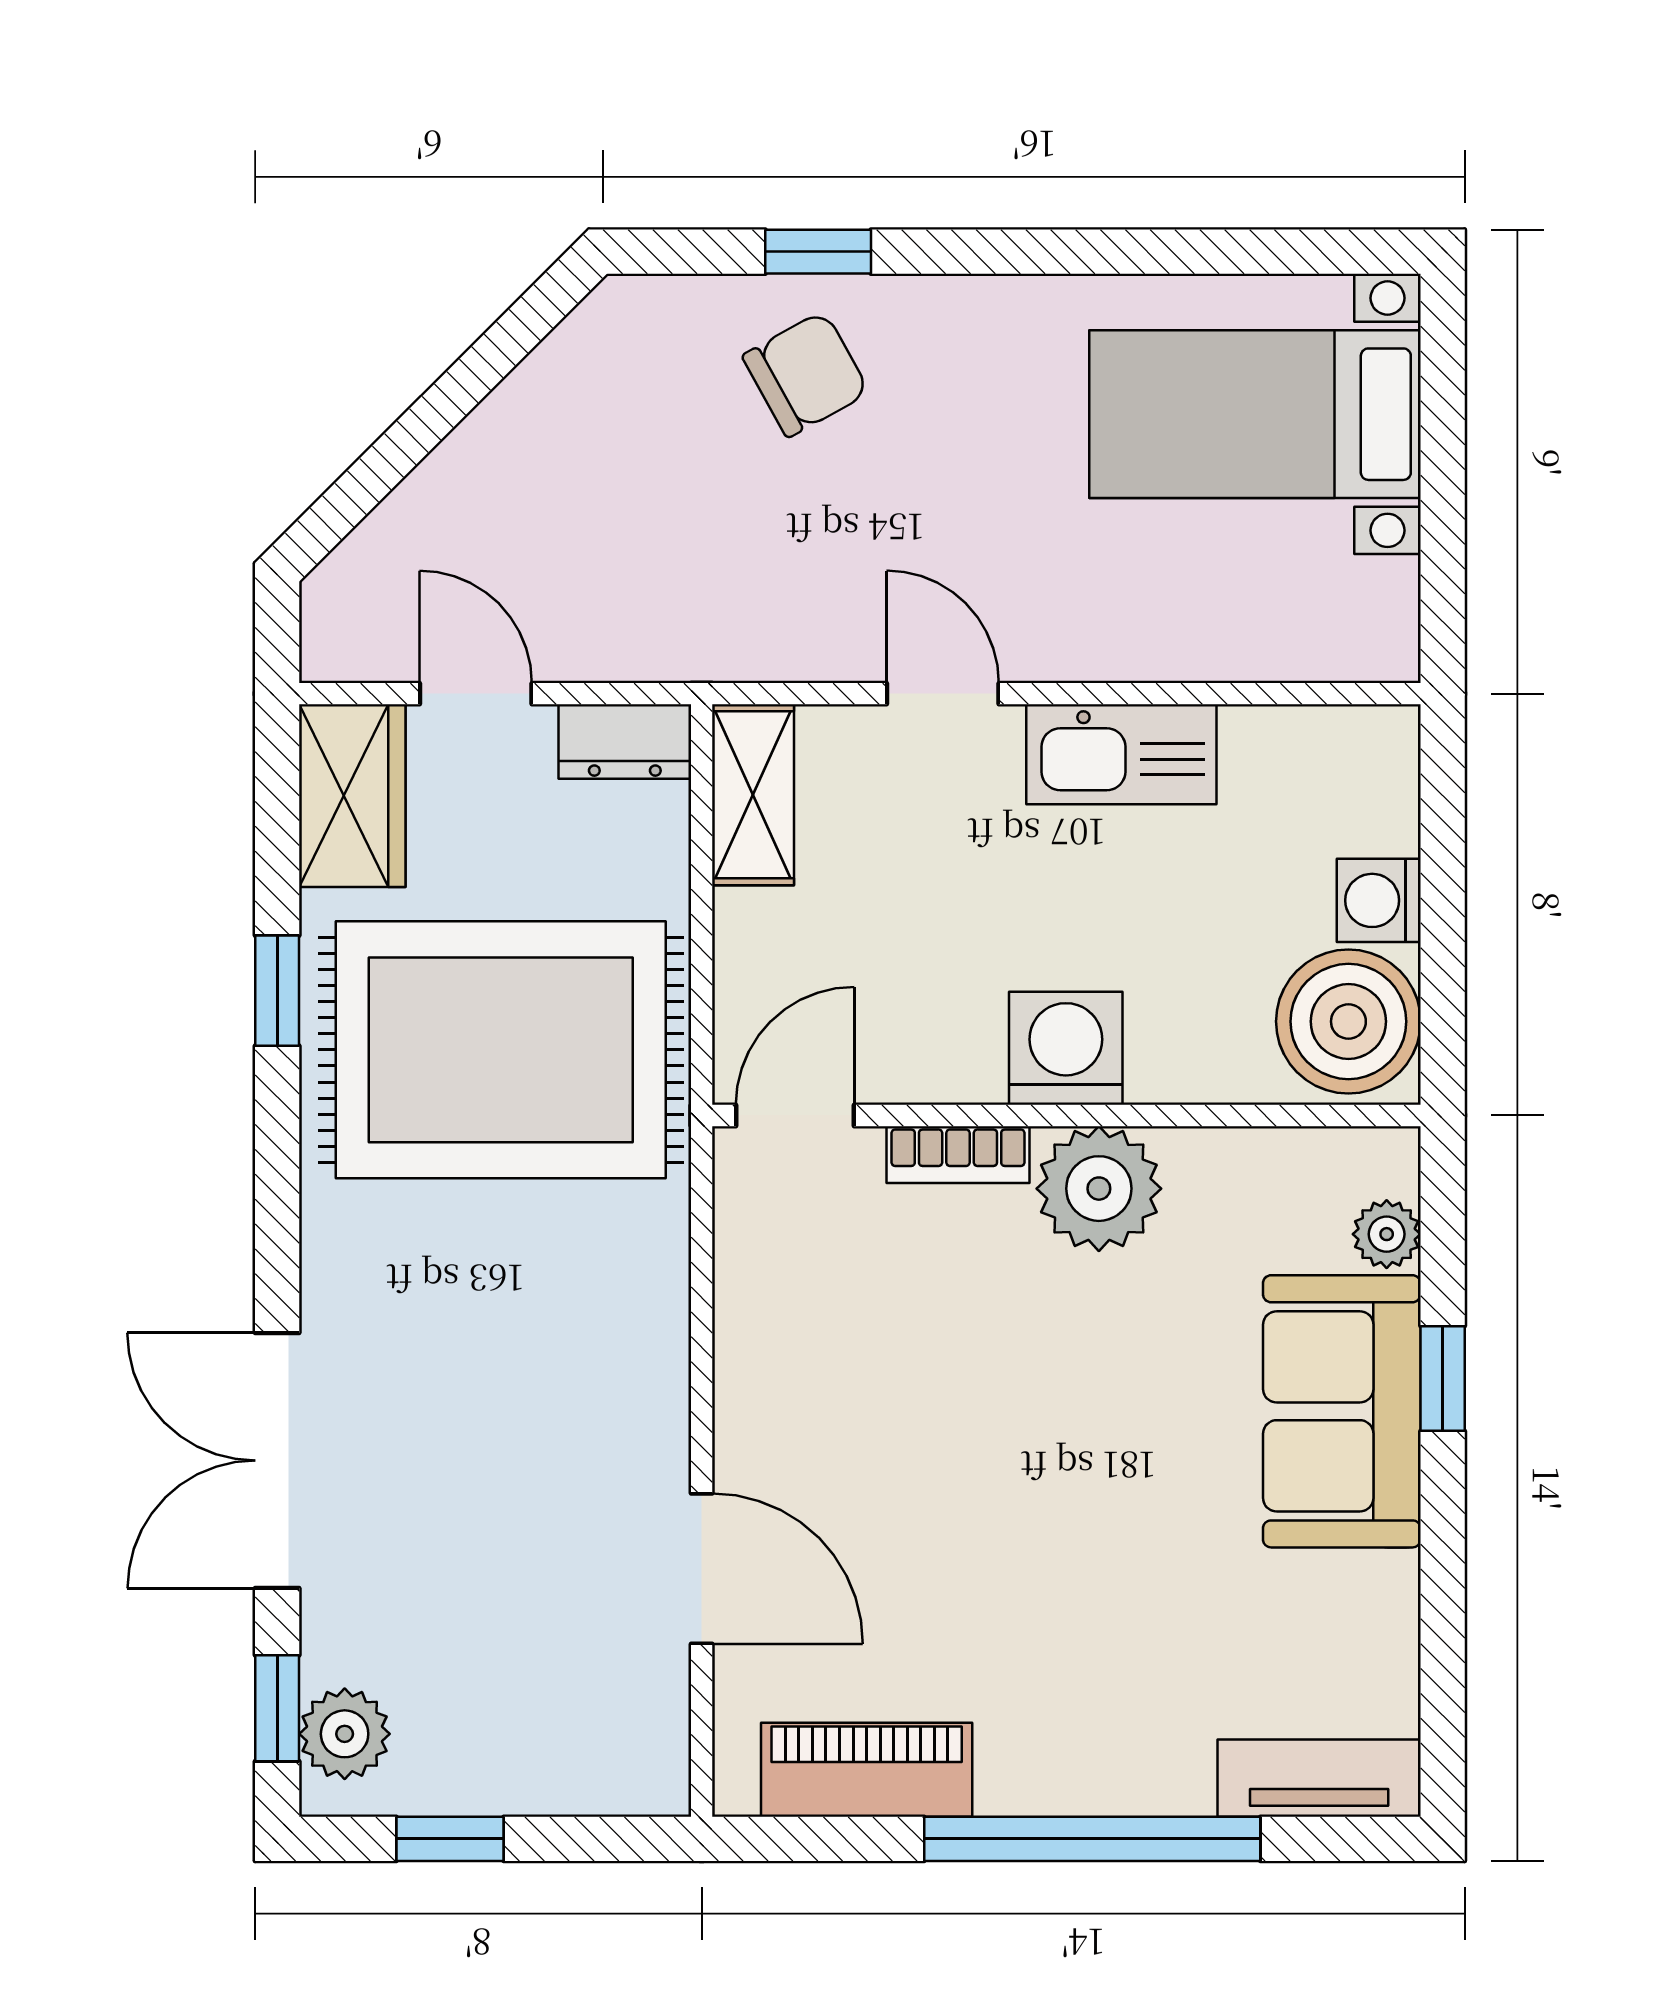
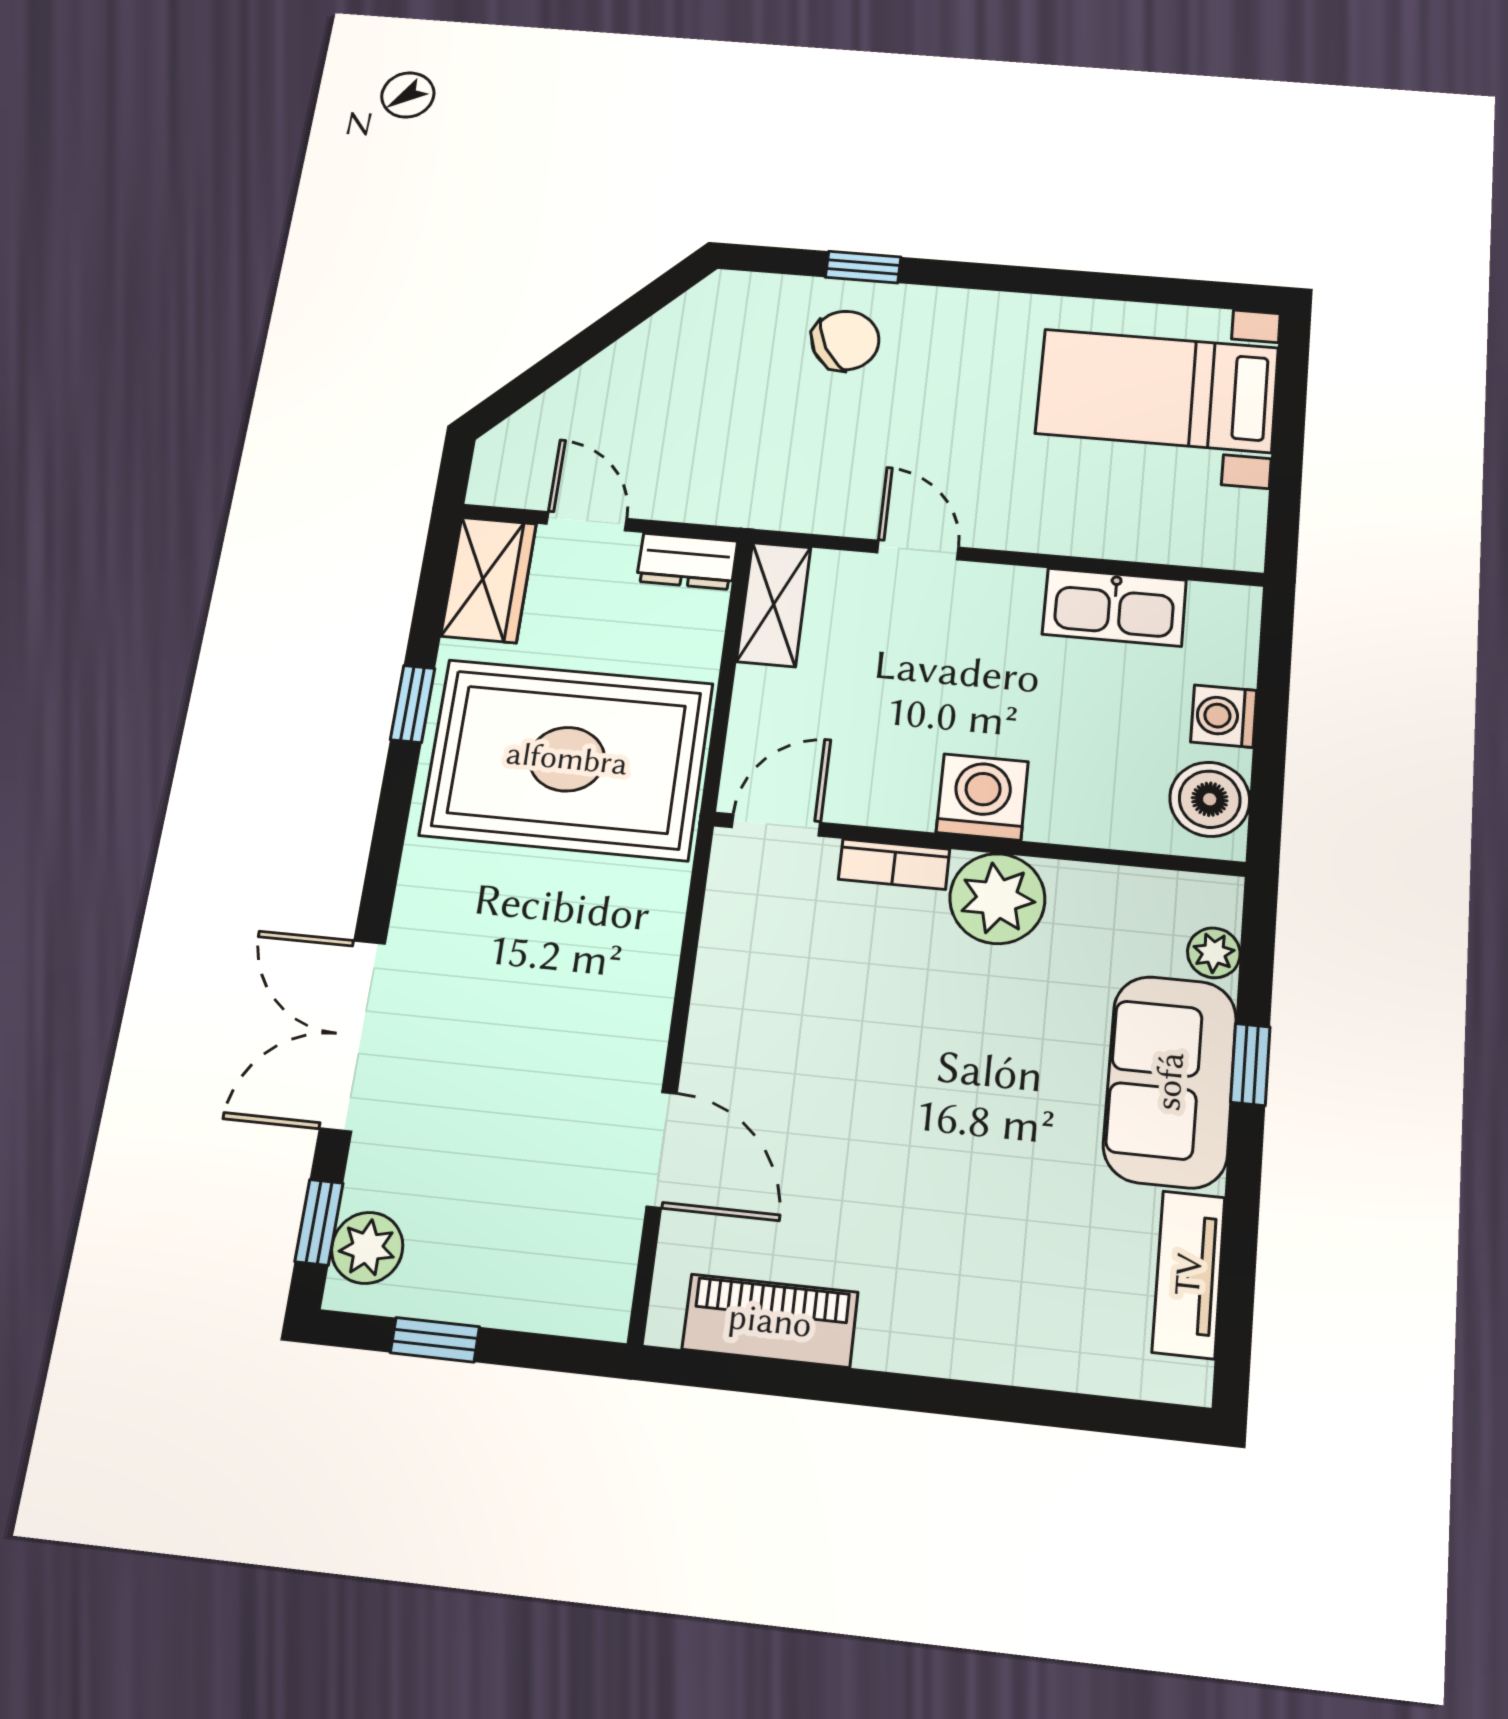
kitchen sink: (1121, 754) -> (1114, 607), moved
boiler: (1348, 1021) -> (1210, 799), width x0.73, depth x0.73
tv unit: (1319, 1778) -> (1189, 1274), moved, turned -90
window: (1092, 1839) -> (944, 1396), removed

